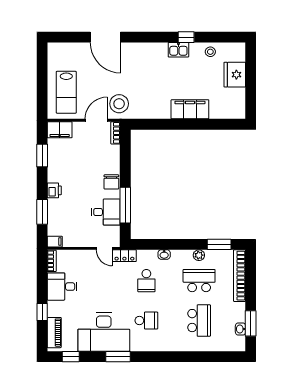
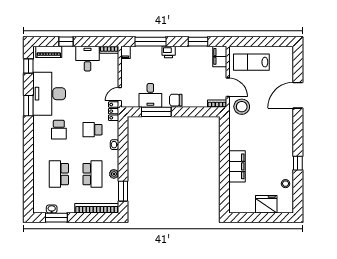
kitchen sink: (178, 50) -> (287, 157), removed
window: (42, 212) -> (150, 42), width x1.44
school desk: (199, 321) -> (59, 174), turned 90

